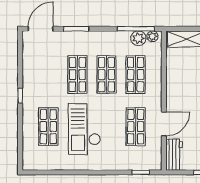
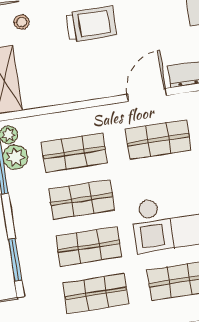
shop shelf: (48, 75) -> (96, 293), added
door: (164, 124) -> (147, 95), hinge flipped

